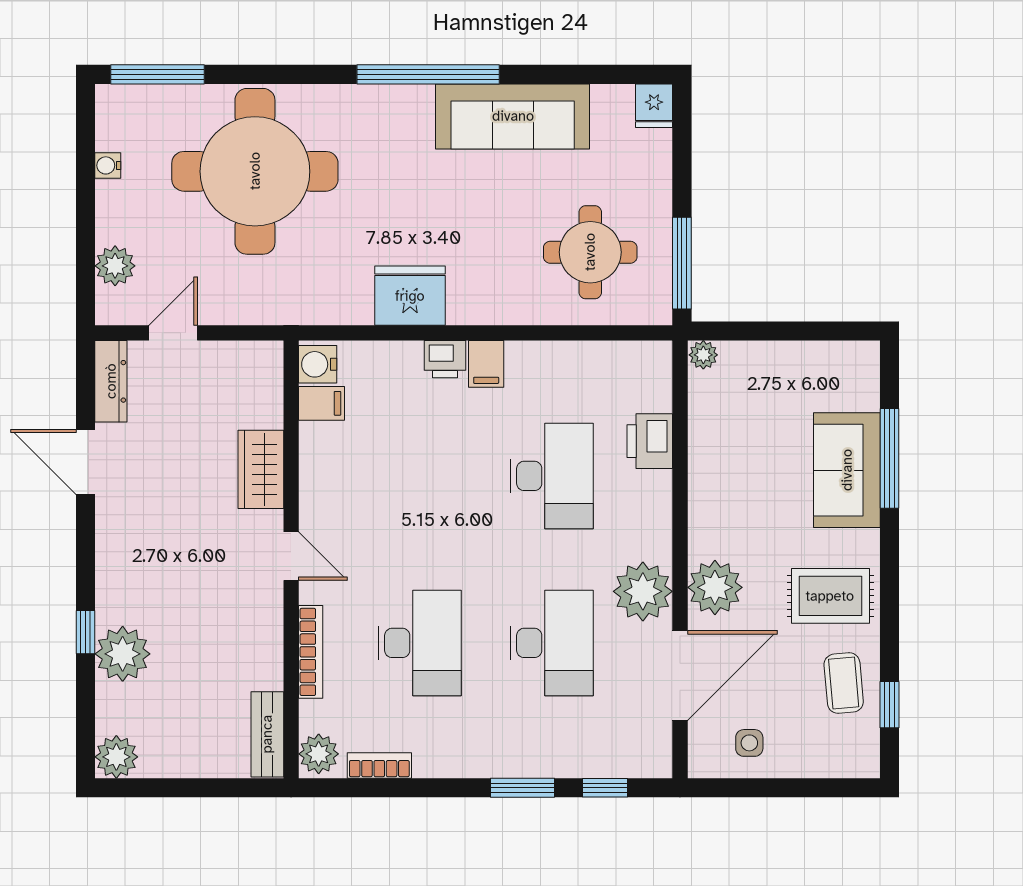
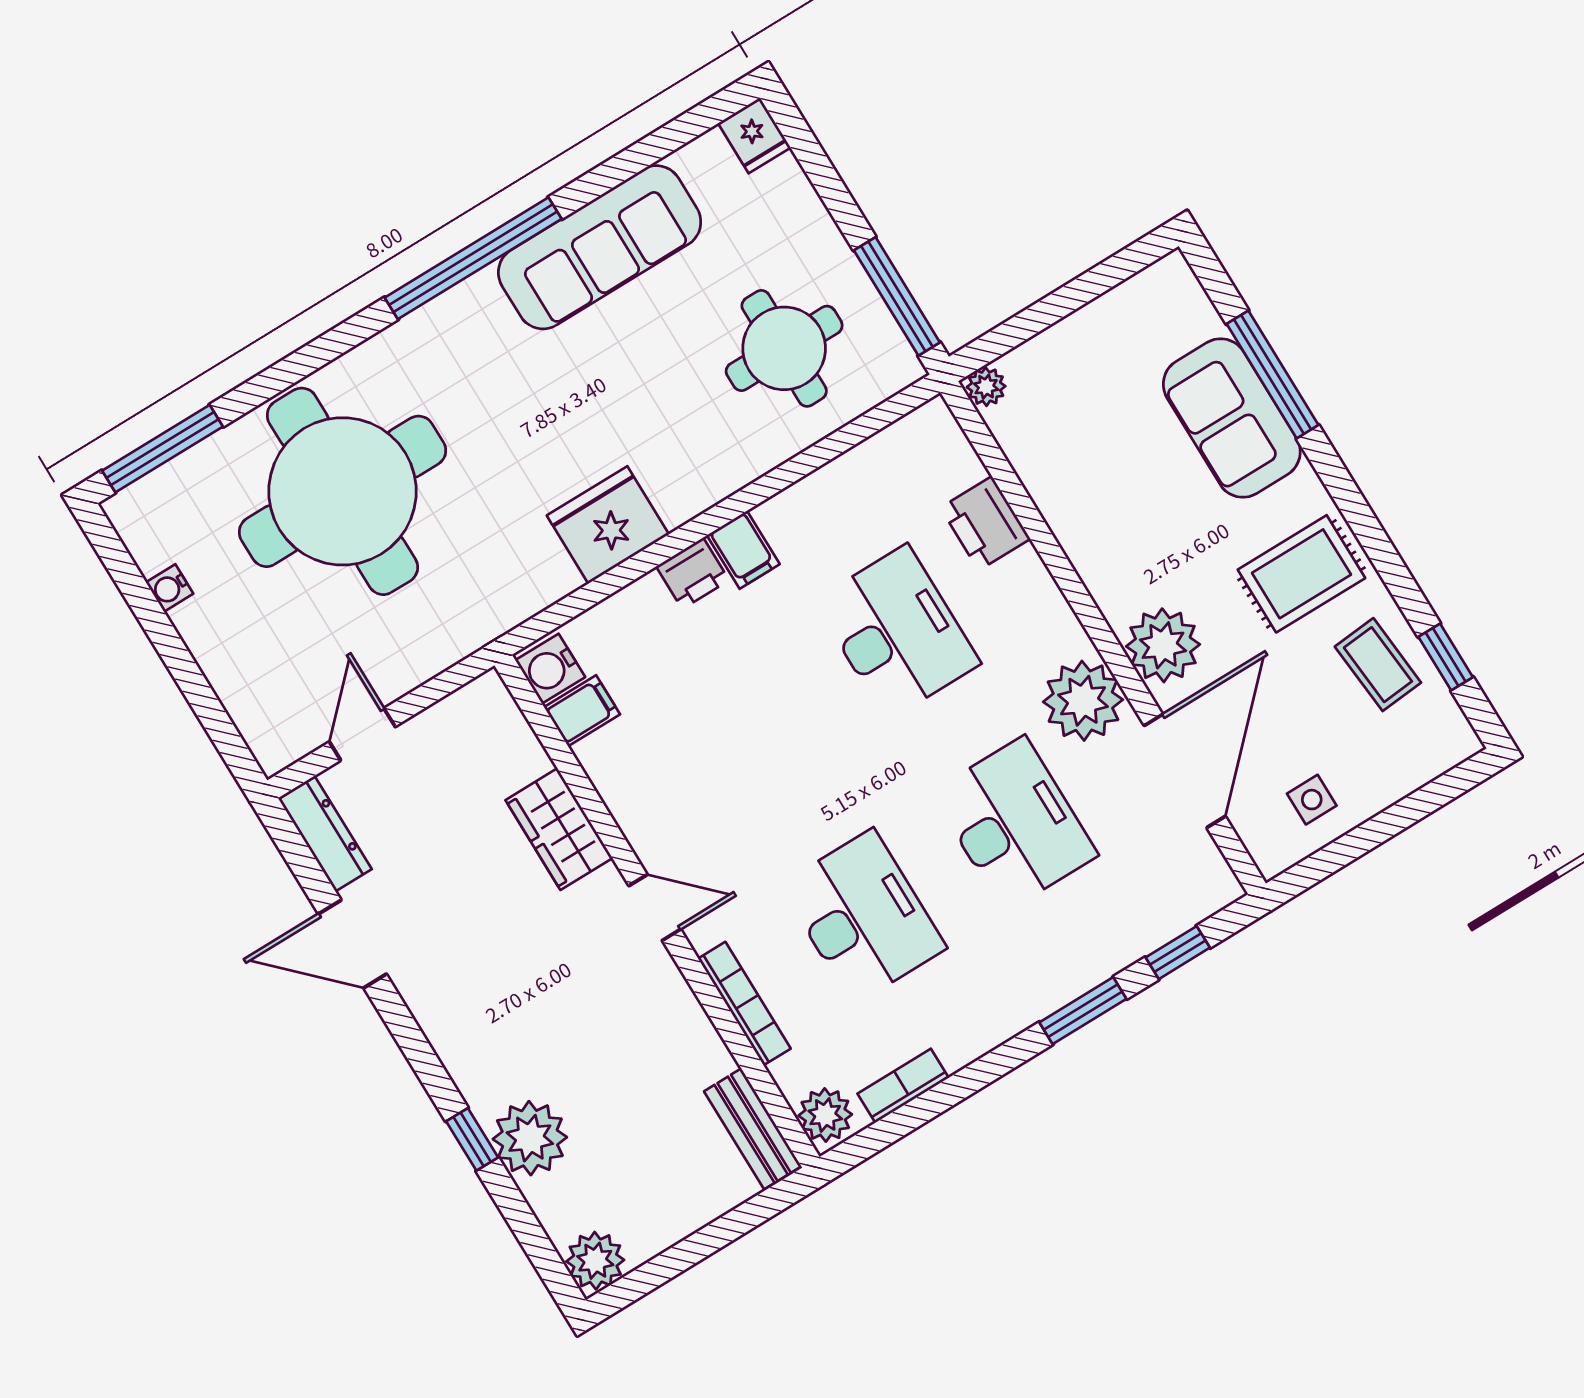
plant: (115, 266) -> (248, 698), removed

